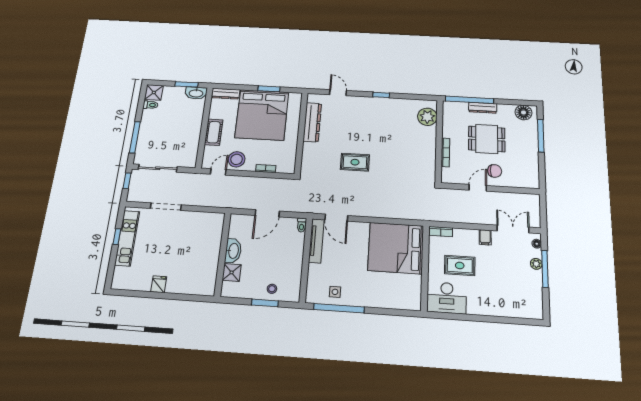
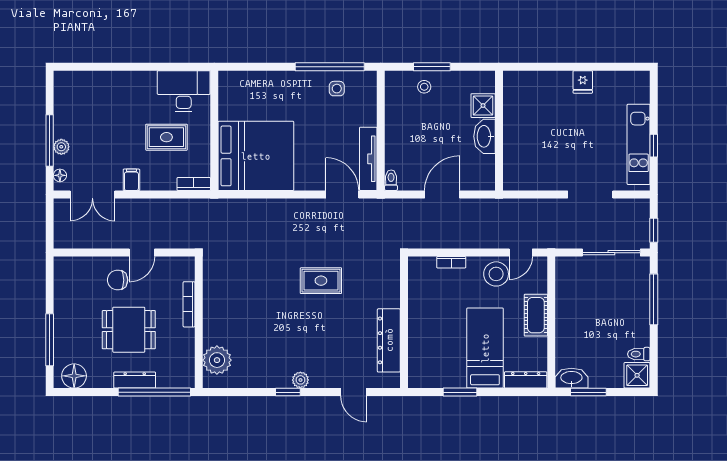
plant: (372, 102) -> (300, 380), added
bed: (262, 115) -> (485, 348), width x0.49

